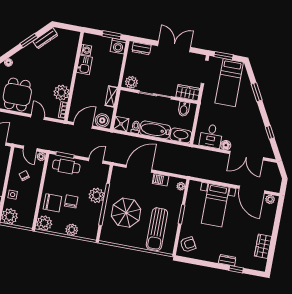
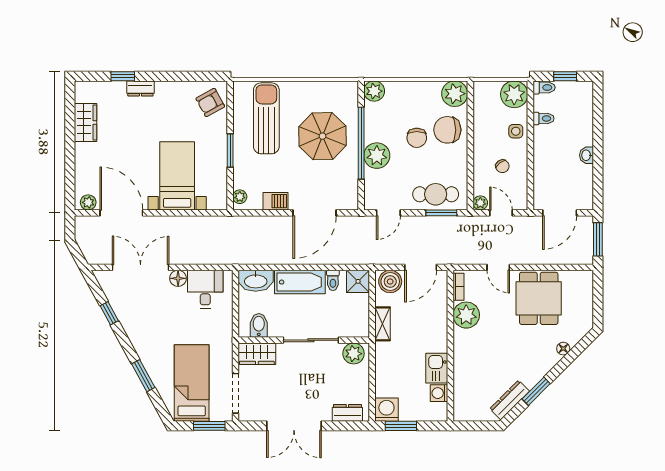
plant: (72, 230) -> (374, 91), moved

